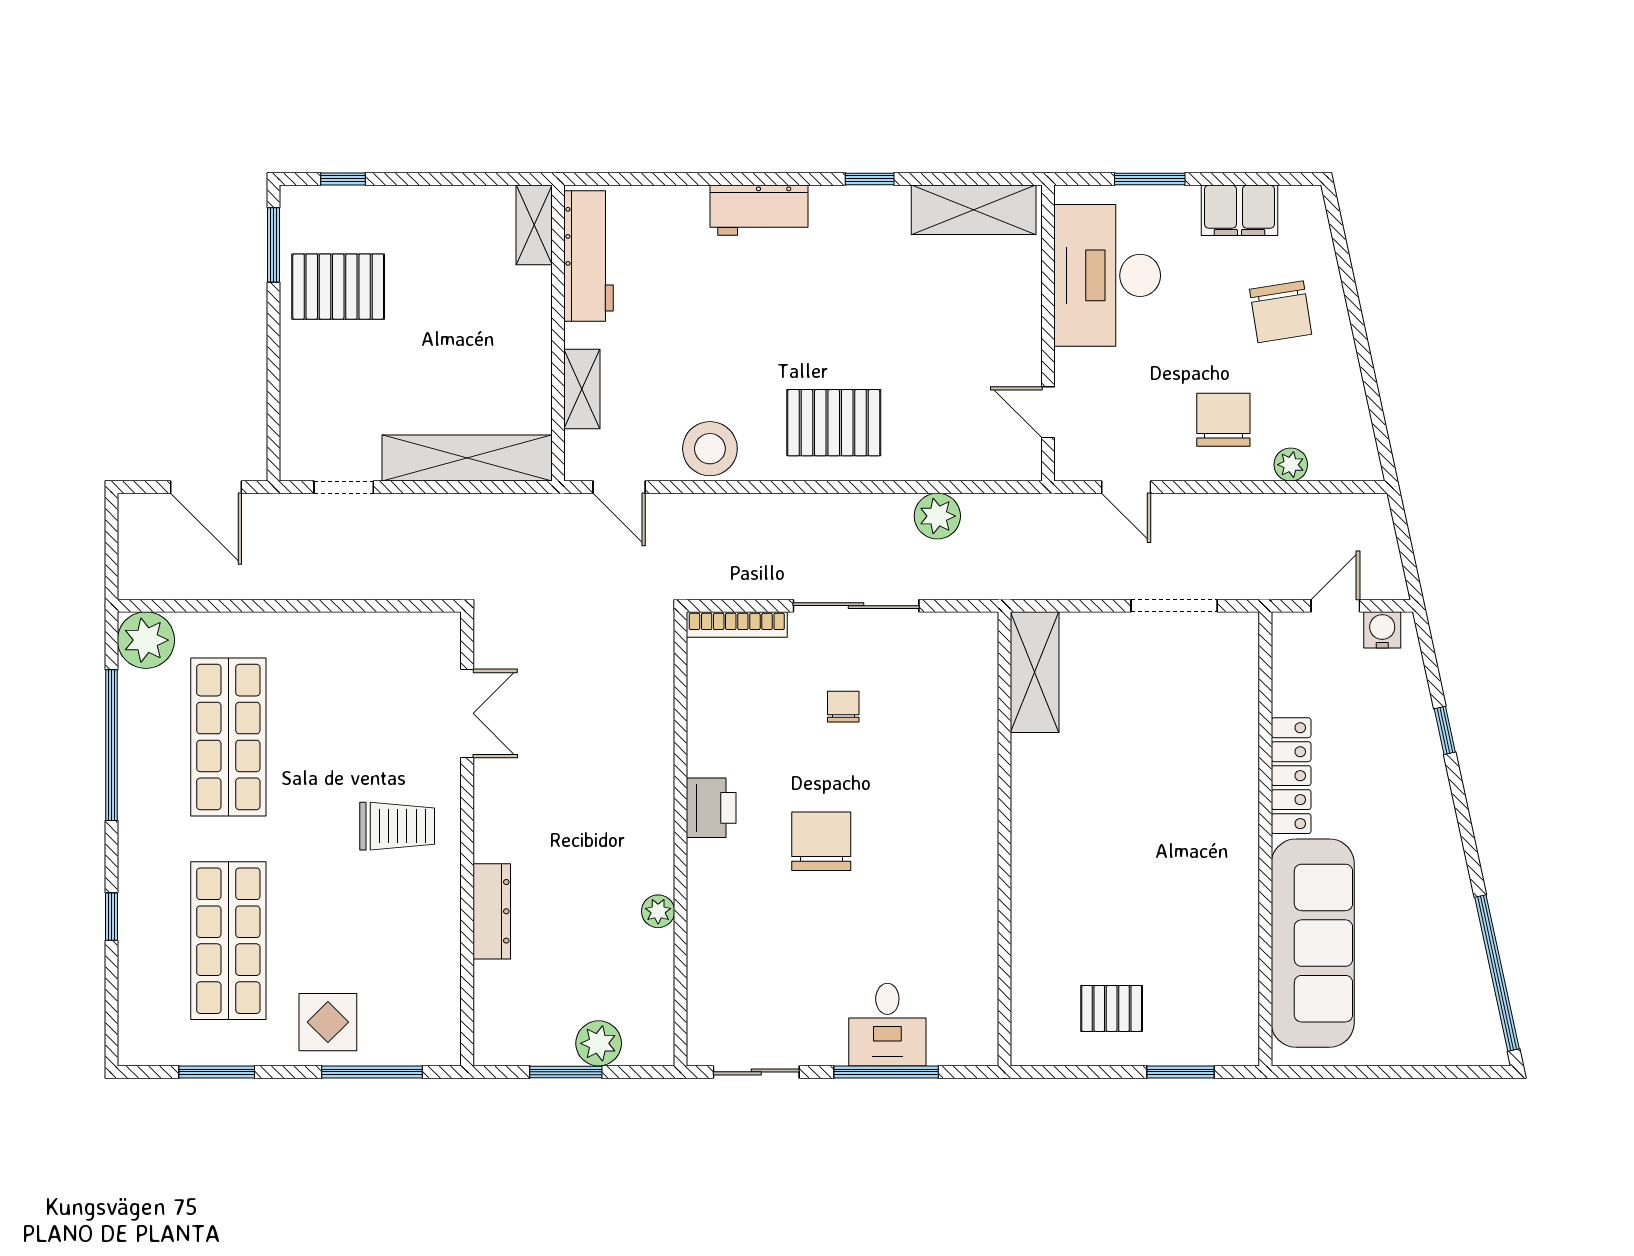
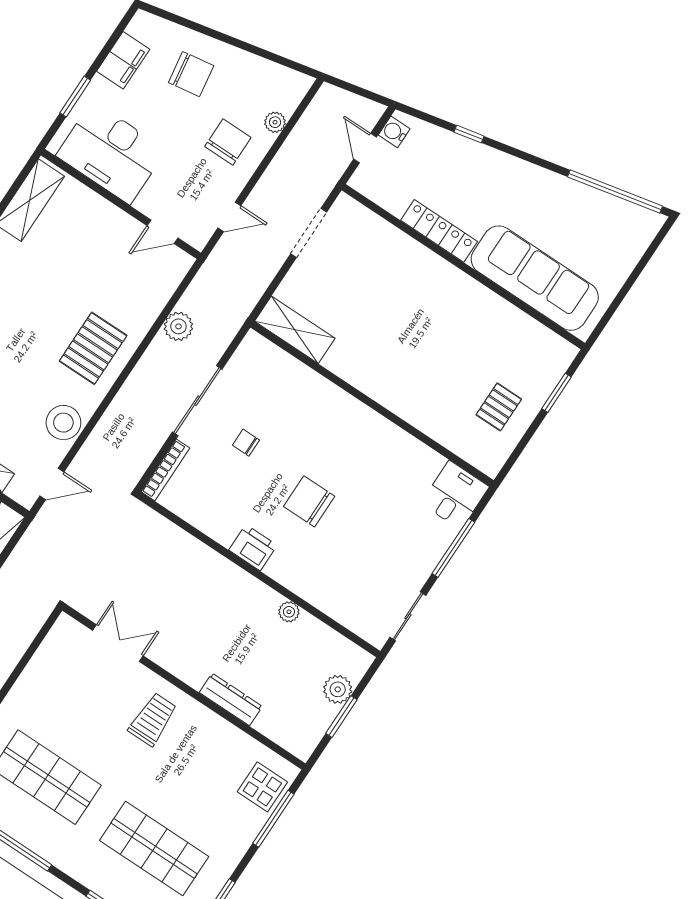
chair: (1223, 420) -> (228, 142), turned 90
display table: (328, 1022) -> (262, 787), moved
desk: (887, 1025) -> (455, 495), moved, turned -90

